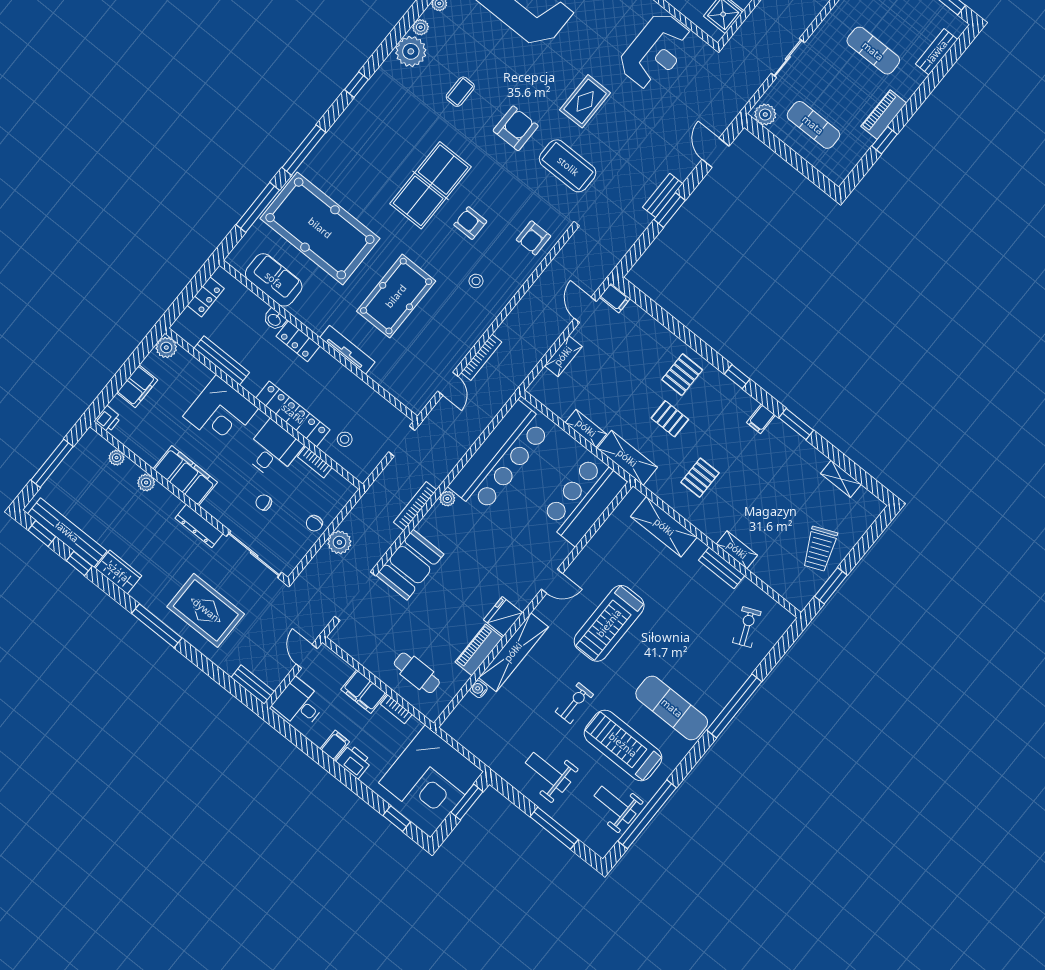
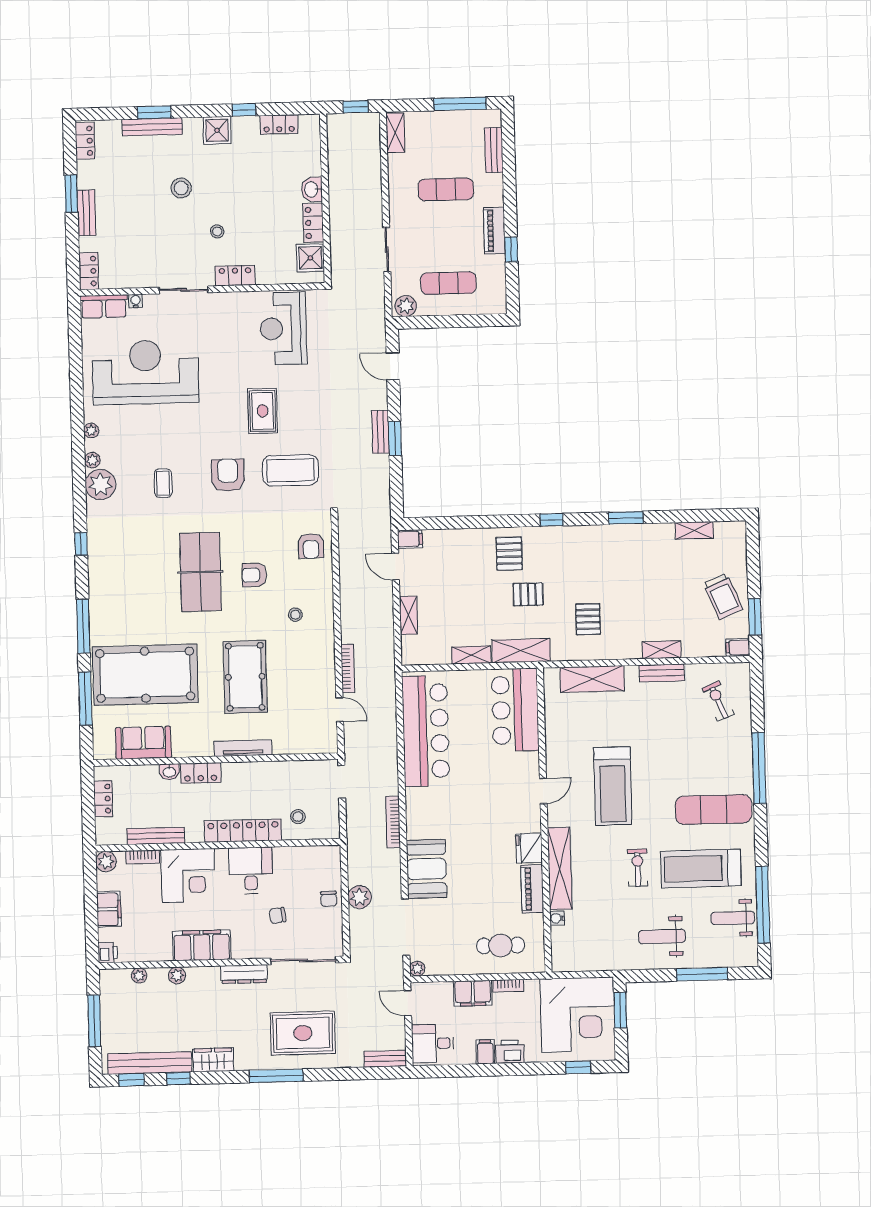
reception desk: (656, 51) -> (283, 328), turned 180
filing cabinet: (761, 419) -> (738, 647), moved, turned 90
bookcase: (315, 462) -> (143, 857), moved
plant: (447, 499) -> (417, 969), moved

